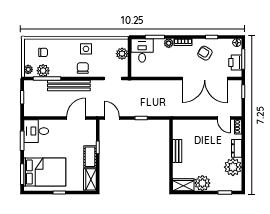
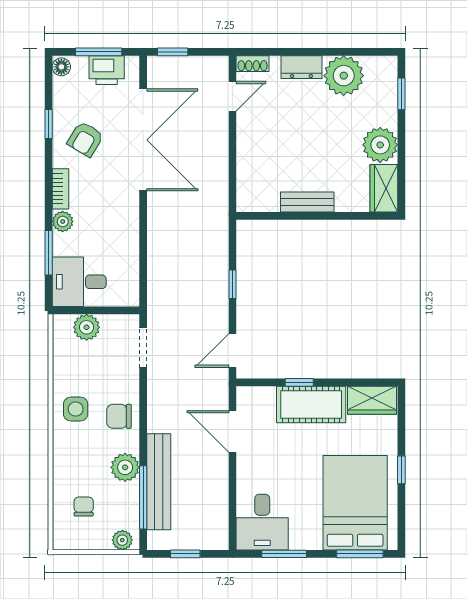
plant: (43, 71) -> (125, 467), moved
bench: (69, 85) -> (159, 482), moved
cot: (90, 157) -> (311, 405), width x1.37, depth x1.34

